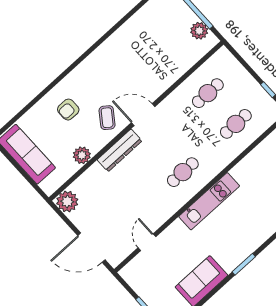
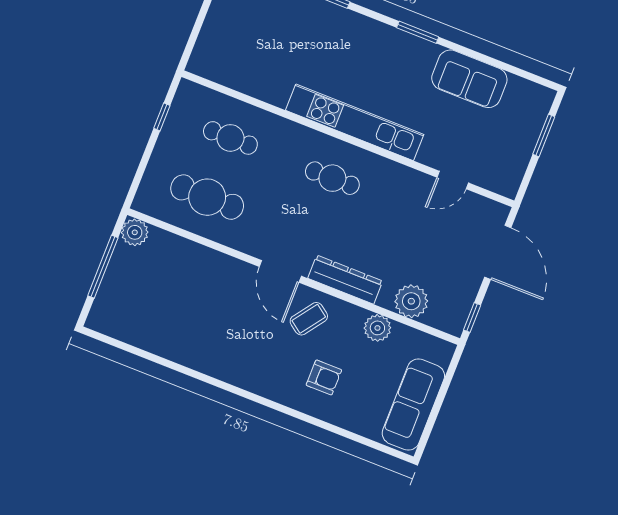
plant: (199, 31) -> (135, 232), moved
cafe table: (208, 93) -> (207, 197), width x1.37, depth x1.35
plant: (67, 201) -> (411, 301), moved
kitchen unit: (209, 201) -> (355, 122), width x1.36
window: (61, 214) -> (472, 317), added

